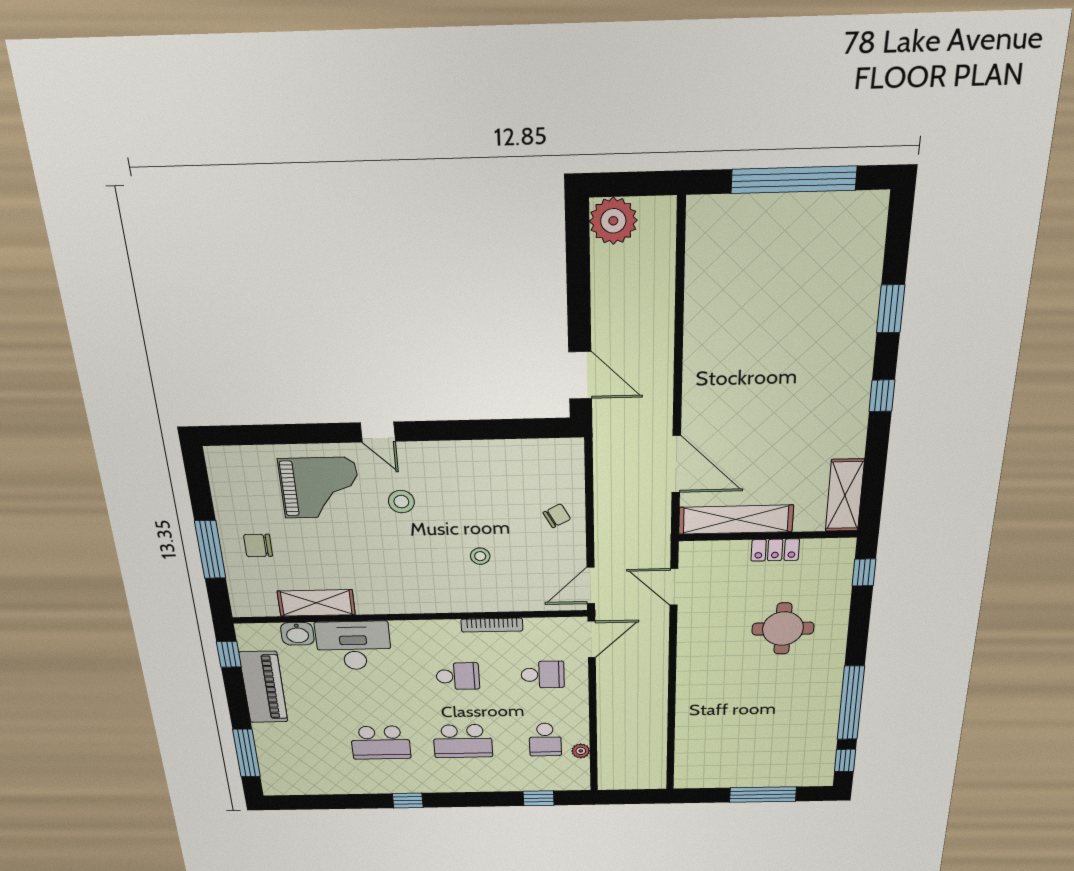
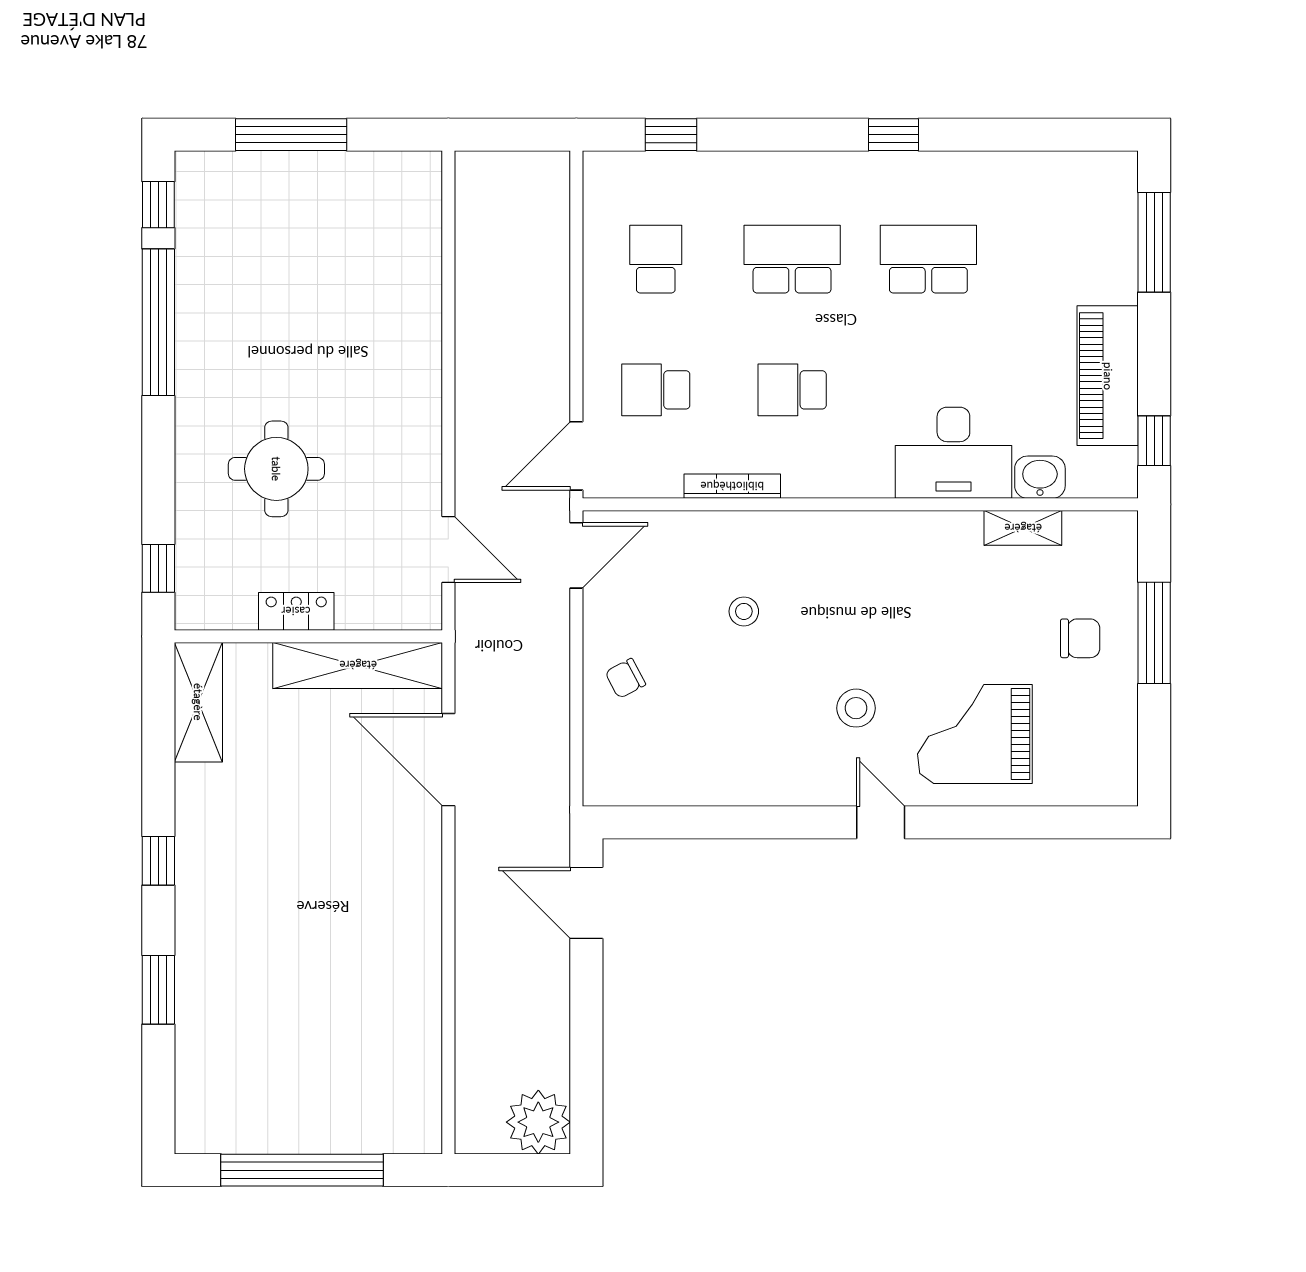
shelving: (316, 603) -> (1023, 528), width x0.67, depth x0.75
plant: (581, 751) -> (597, 234), removed

